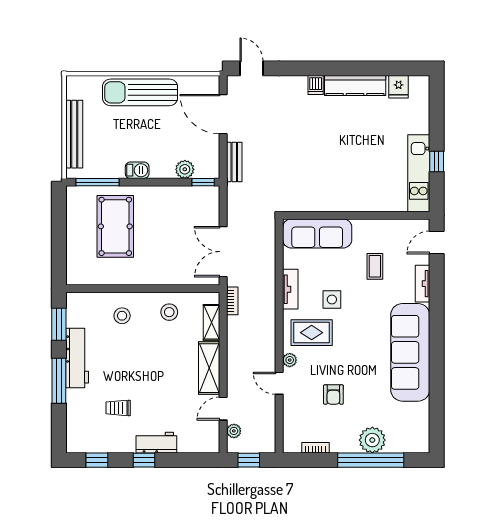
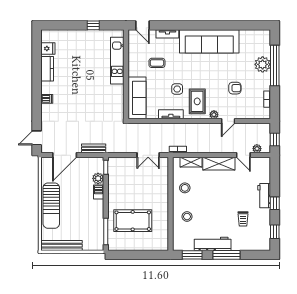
kitchen counter: (355, 86) -> (47, 69), width x0.67
bench: (74, 134) -> (62, 246), moved
barbecue: (137, 170) -> (99, 192), moved
kitchen unit: (419, 173) -> (117, 61), moved, turned 90
double door: (223, 252) -> (148, 155), width x0.73

